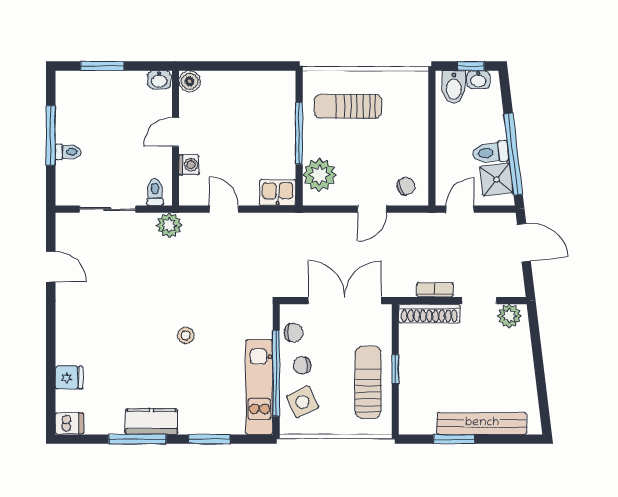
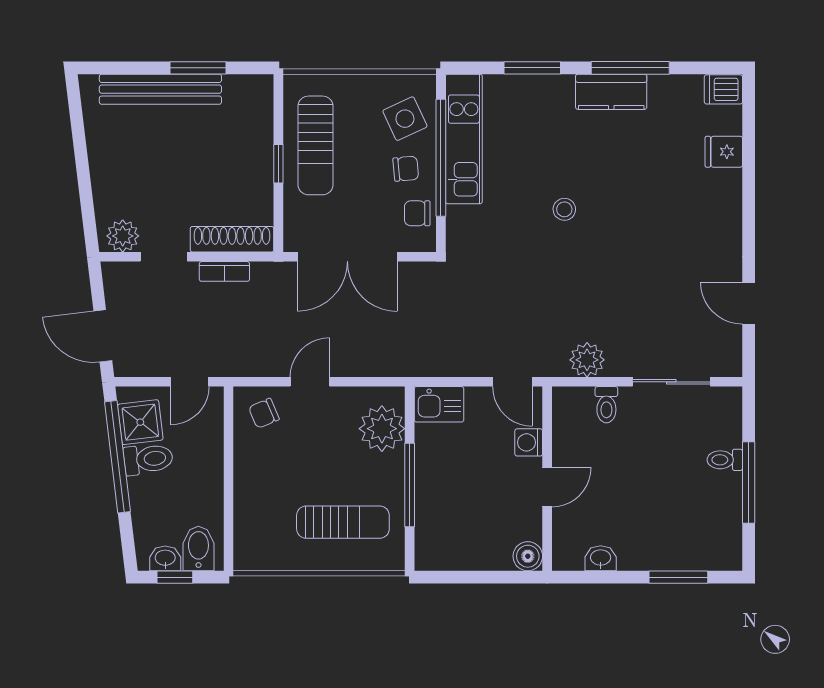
boiler: (190, 81) -> (528, 556), moved
door: (175, 132) -> (547, 487), moved
wall: (175, 138) -> (547, 479), moved
washing machine: (189, 165) -> (529, 442), moved

